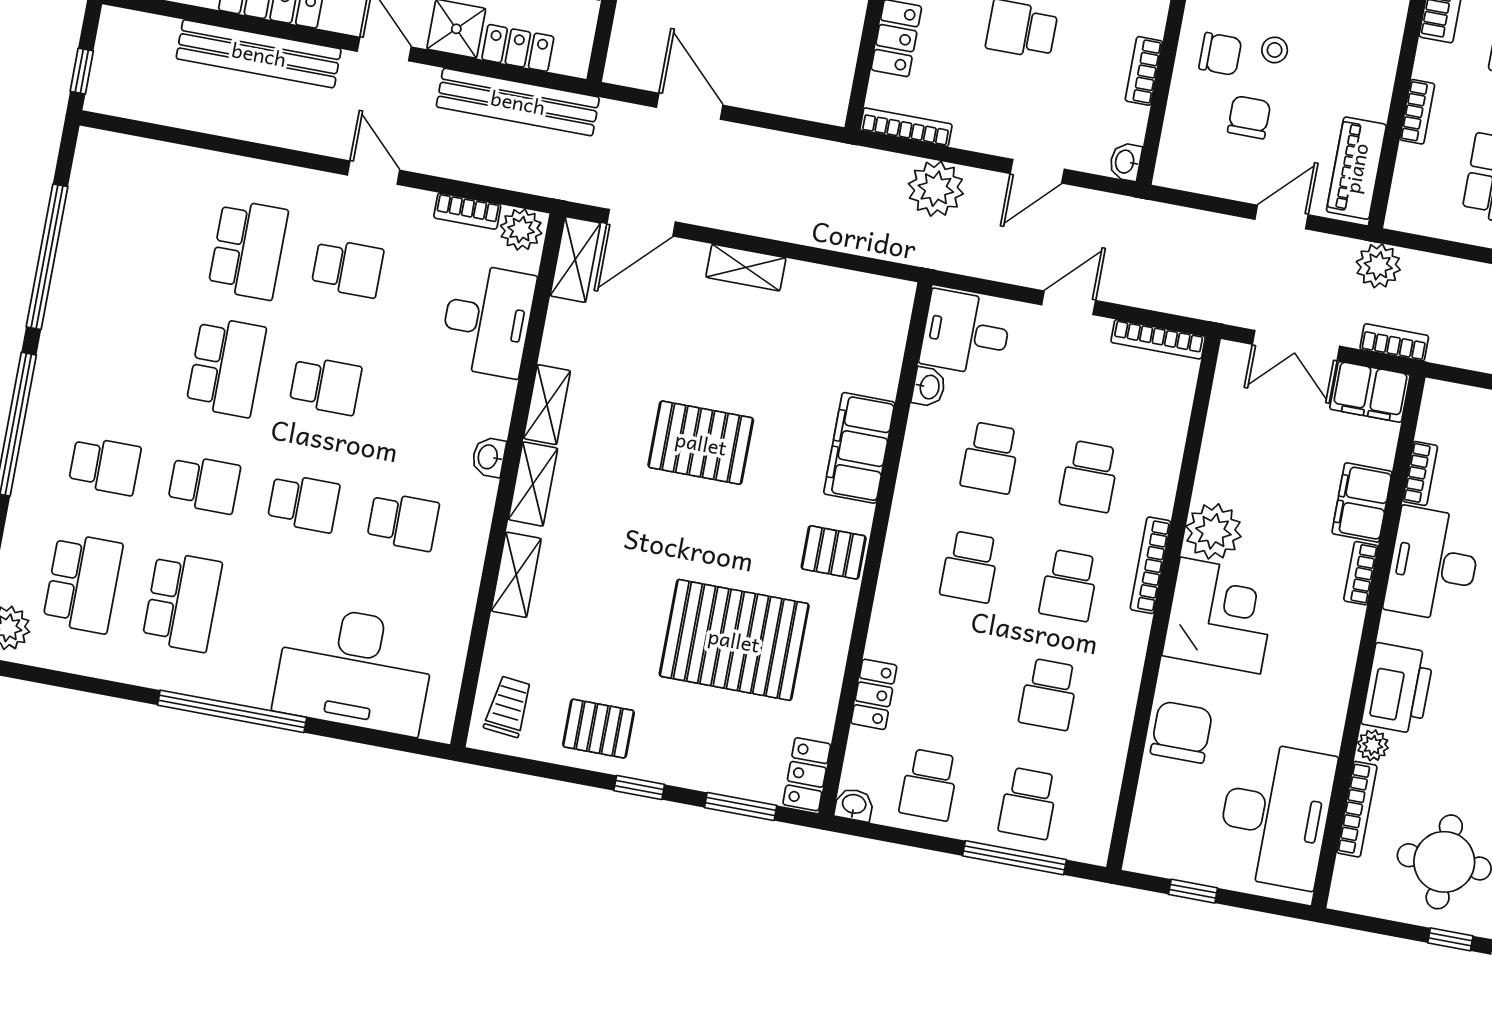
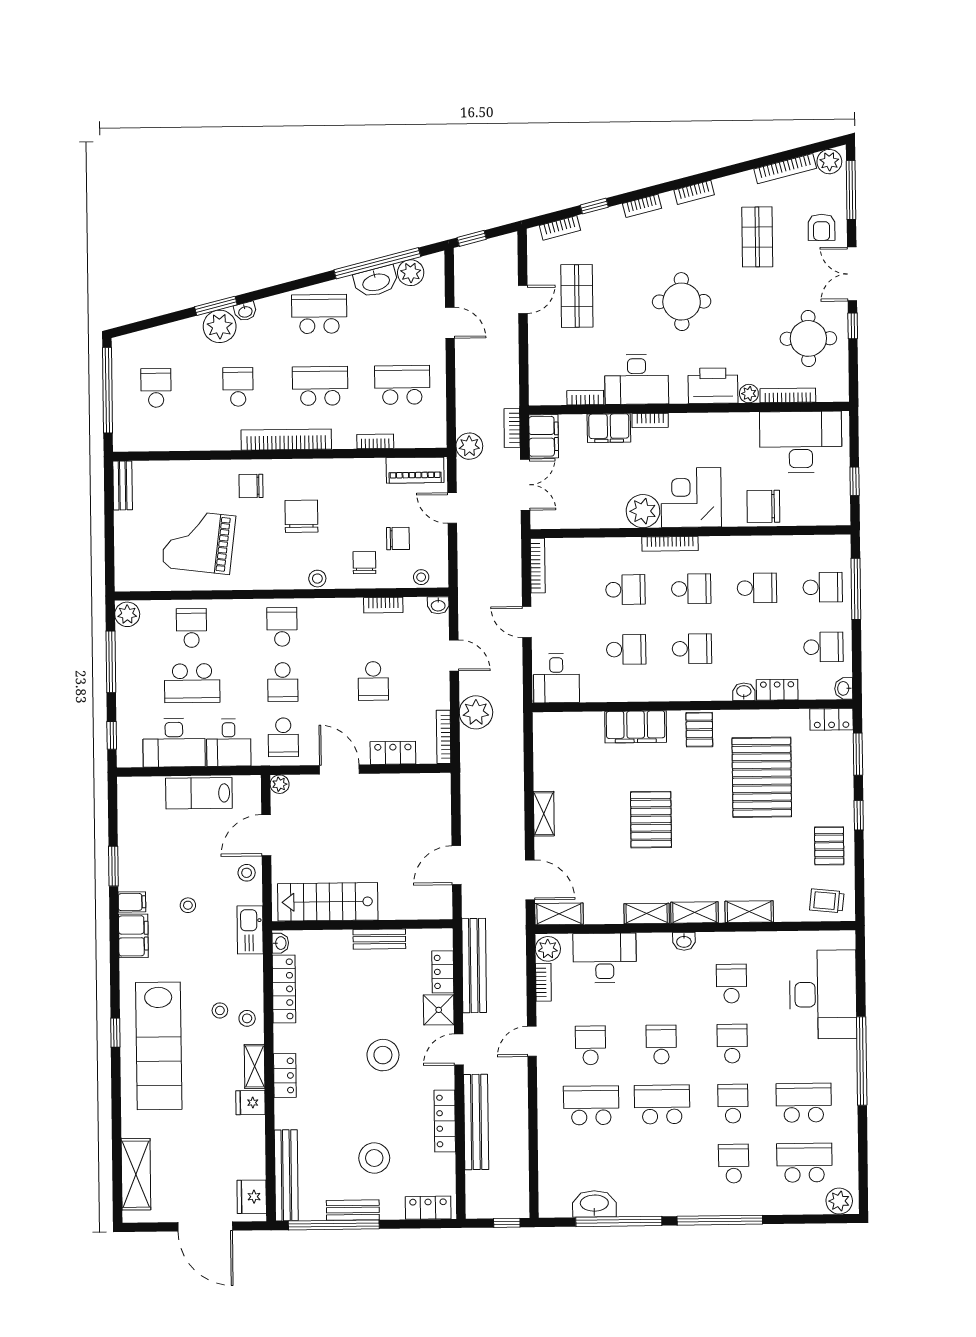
stool: (1275, 50) -> (421, 577), moved
chair: (1249, 117) -> (398, 539), turned 180
washbasin: (84, 222) -> (594, 1204), added
washbasin: (929, 387) -> (744, 692), moved

